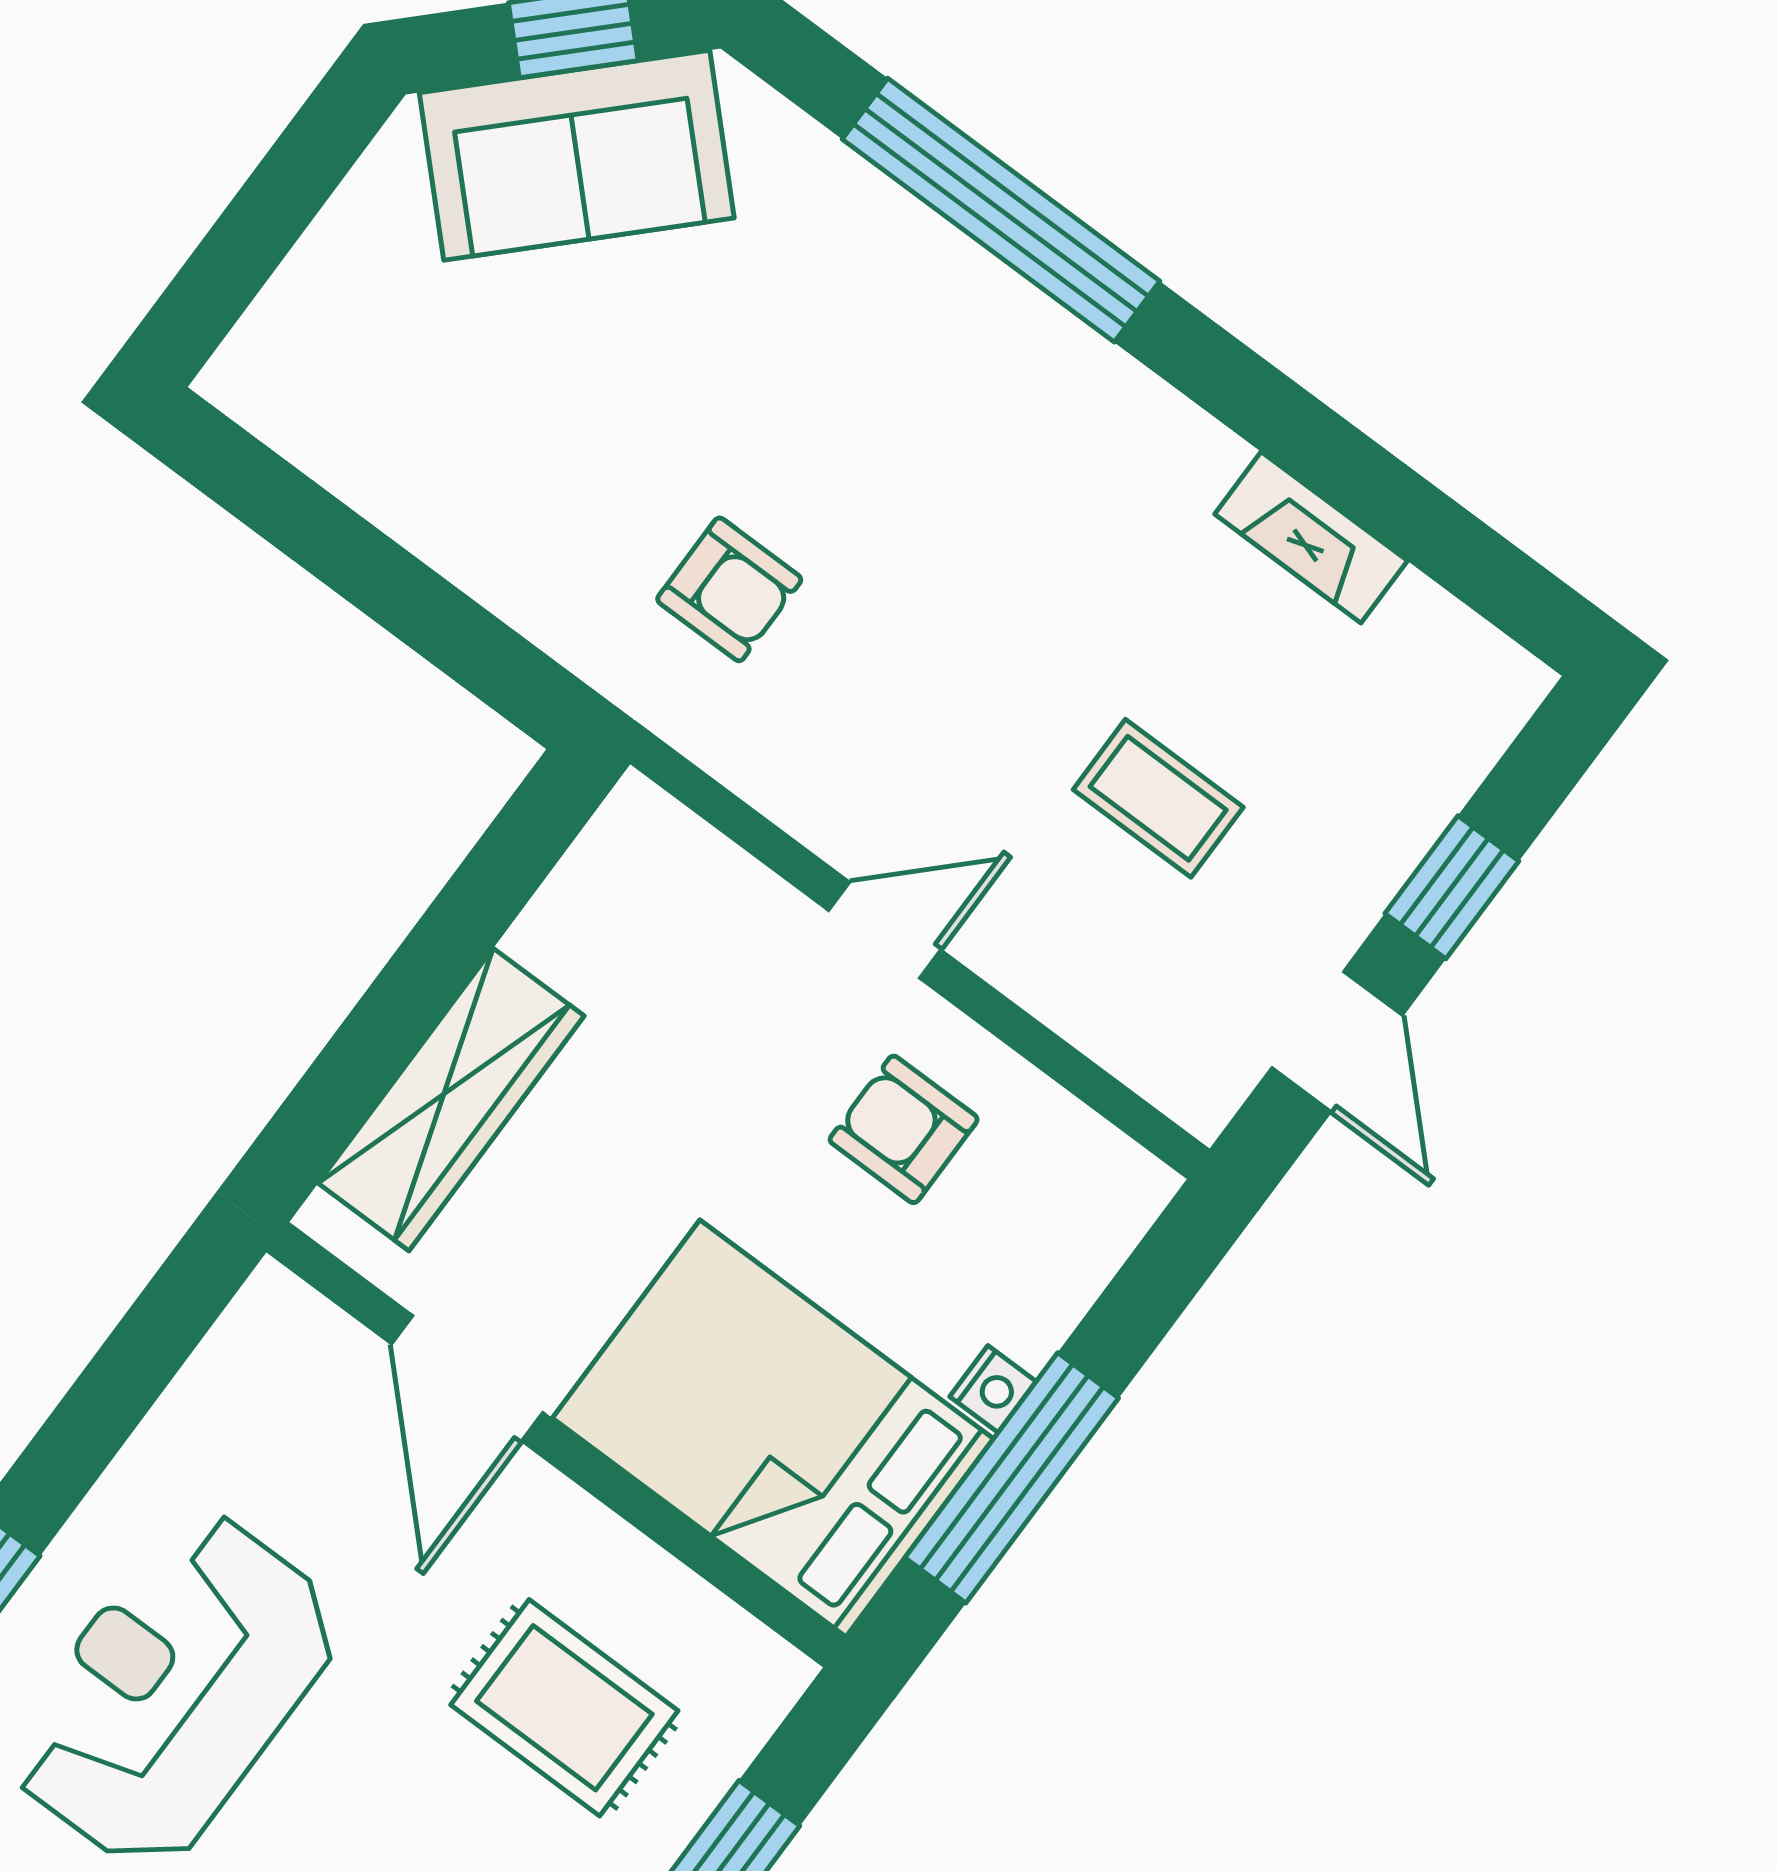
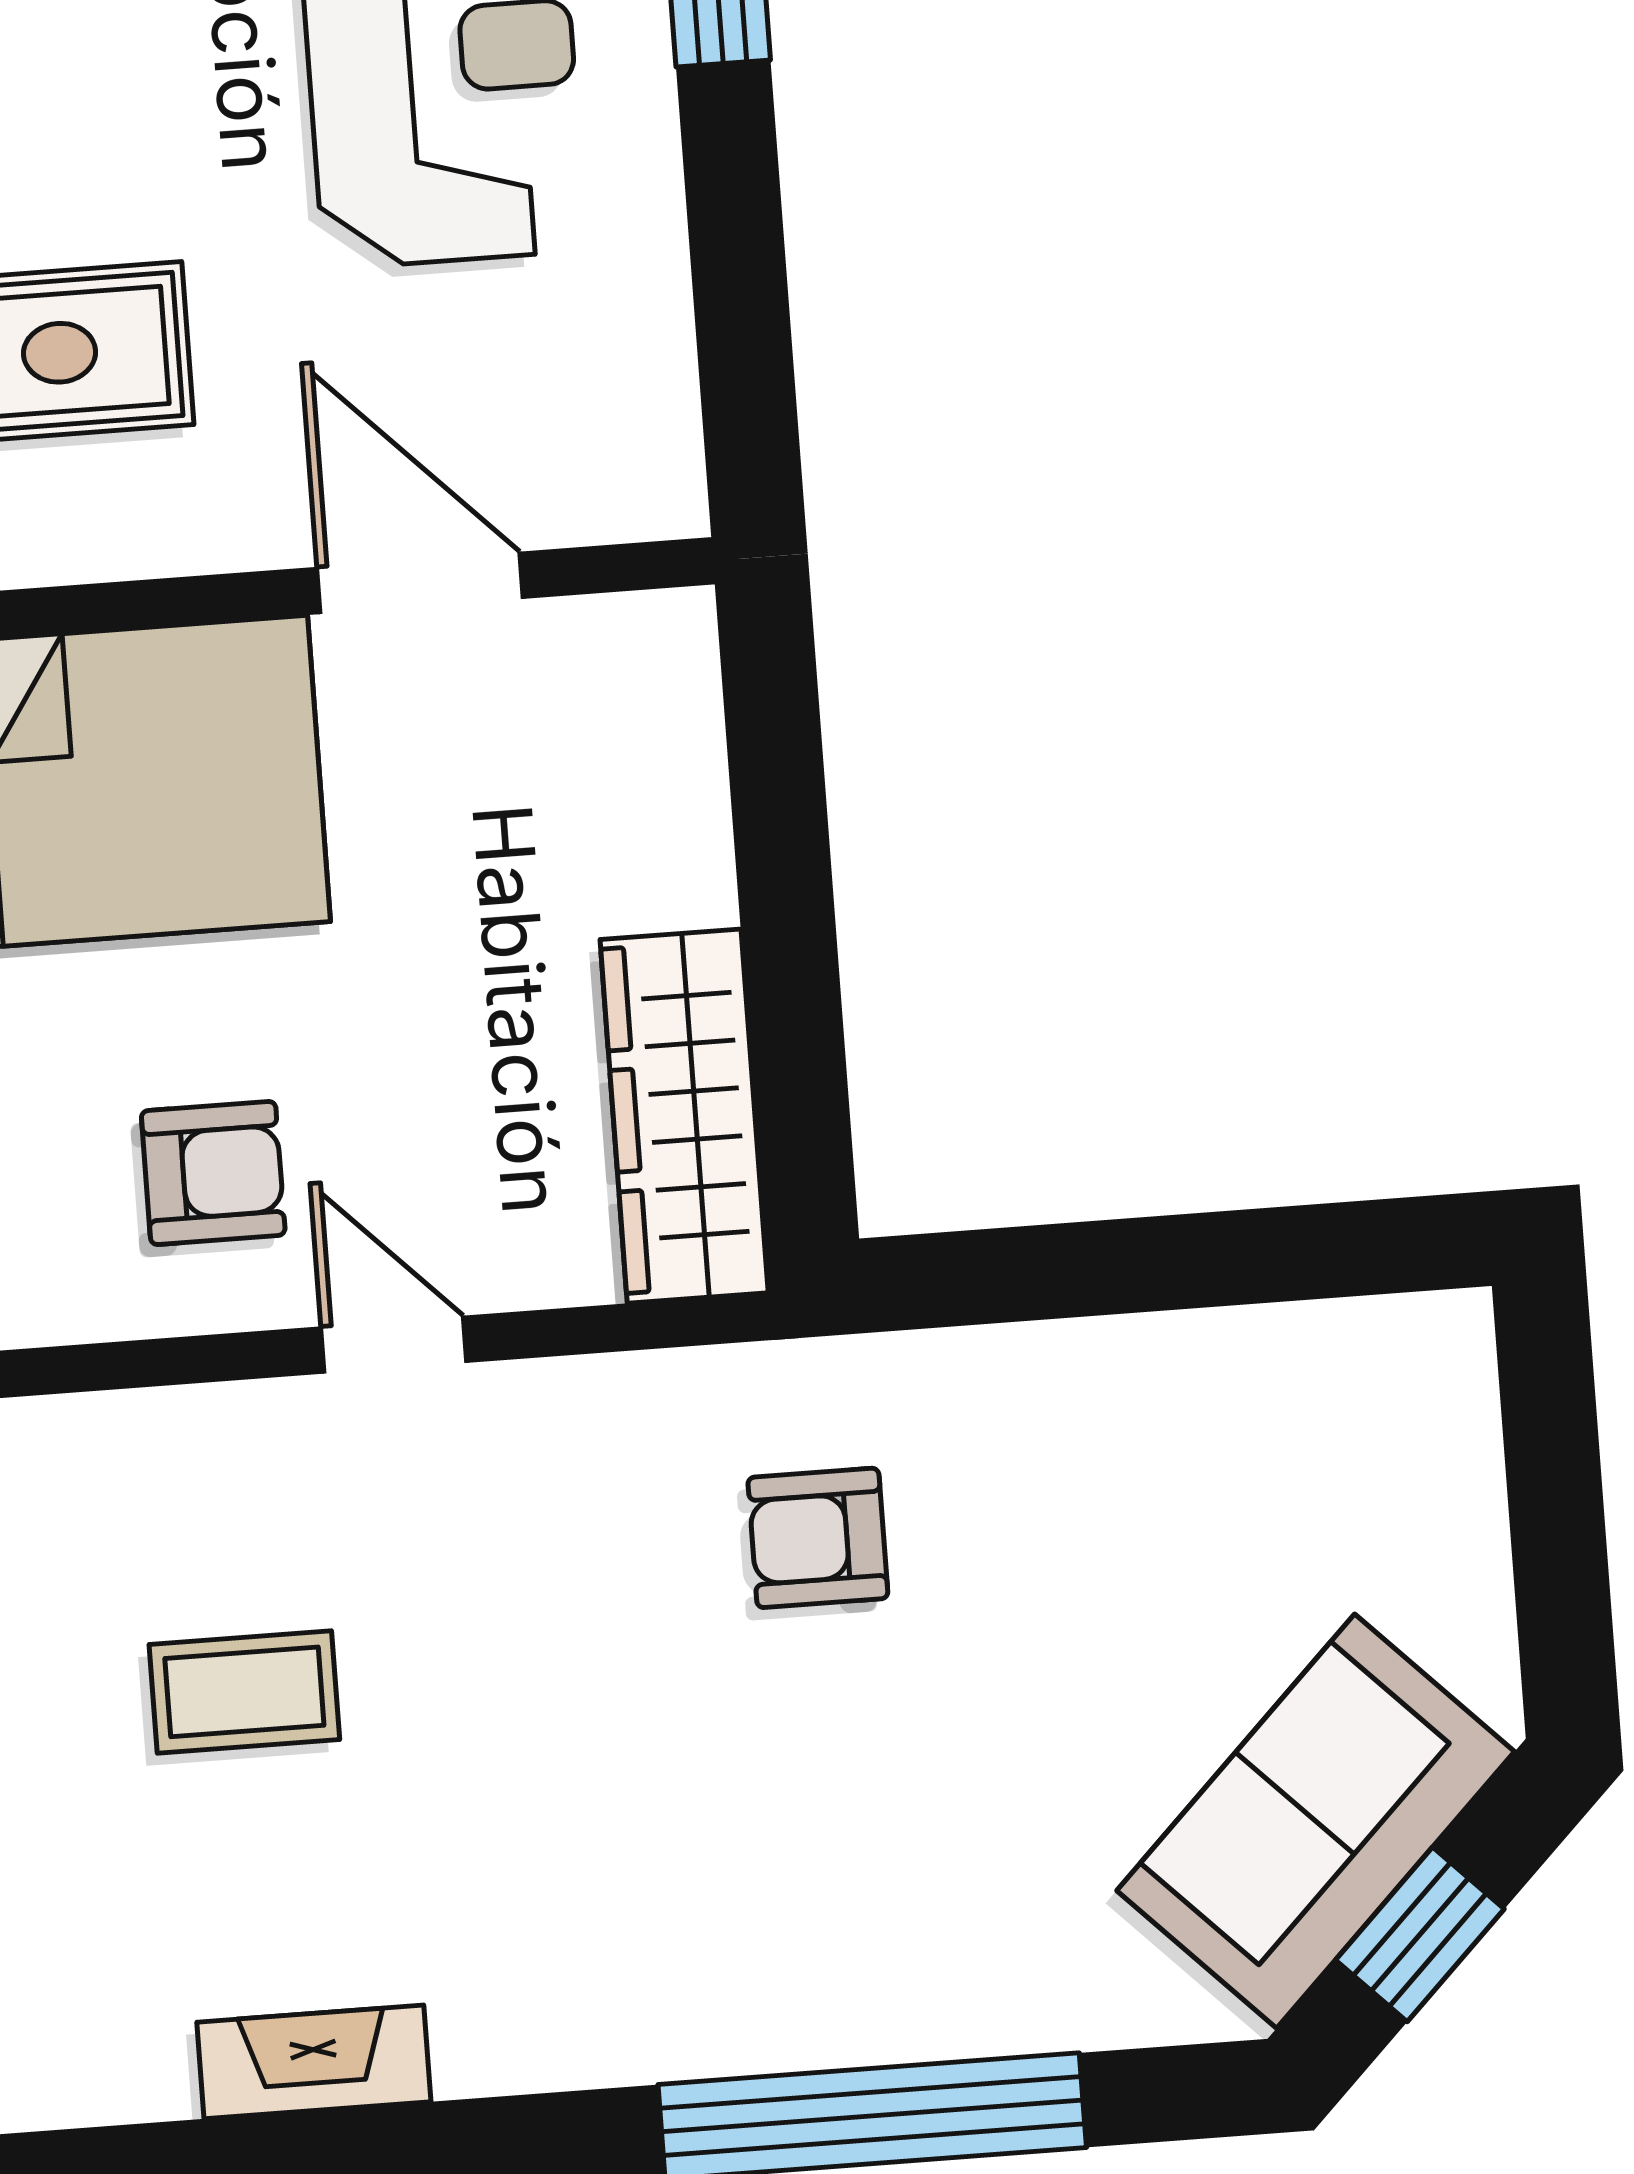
door: (885, 930) -> (394, 1345), swing flipped
wardrobe: (451, 1099) -> (684, 1116), moved

